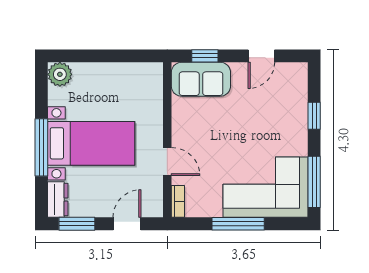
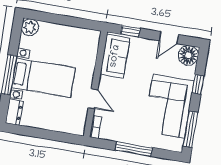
floor lamp: (293, 77) -> (188, 55), added
sofa: (201, 79) -> (115, 56), moved, turned -90
corner sofa: (266, 187) -> (169, 106), moved, turned -90
window: (77, 224) -> (25, 131), removed
door: (127, 224) -> (58, 136), removed

